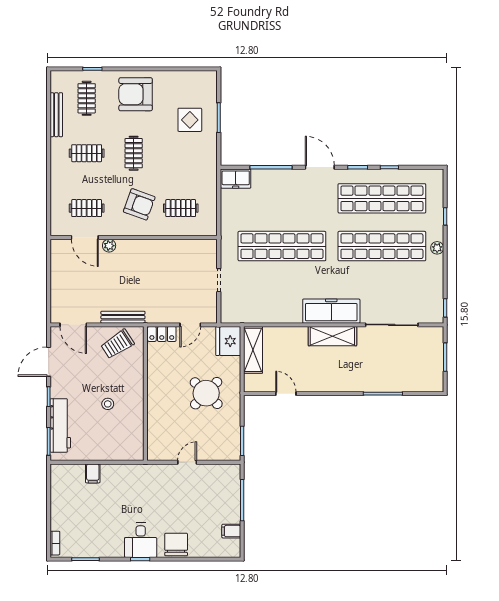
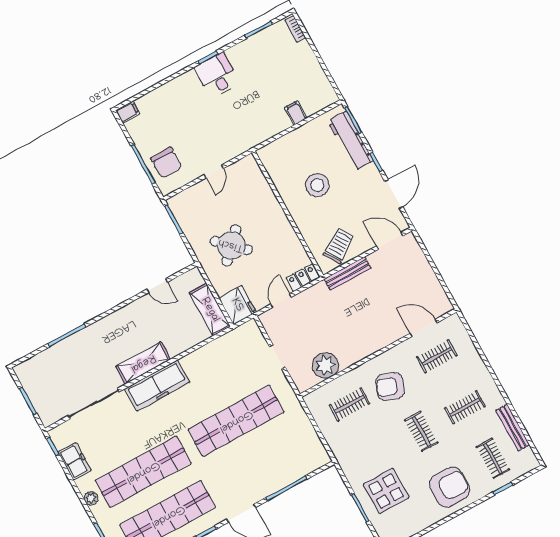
display table: (190, 120) -> (386, 491), width x1.36, depth x1.36
freezer: (236, 179) -> (75, 461), moved, turned 90
plant: (109, 246) -> (325, 365), moved, width x1.88, depth x1.88
stool: (108, 404) -> (317, 185), width x1.89, depth x1.89
filing cabinet: (231, 531) -> (128, 112), moved
chair: (176, 545) -> (166, 163), moved

